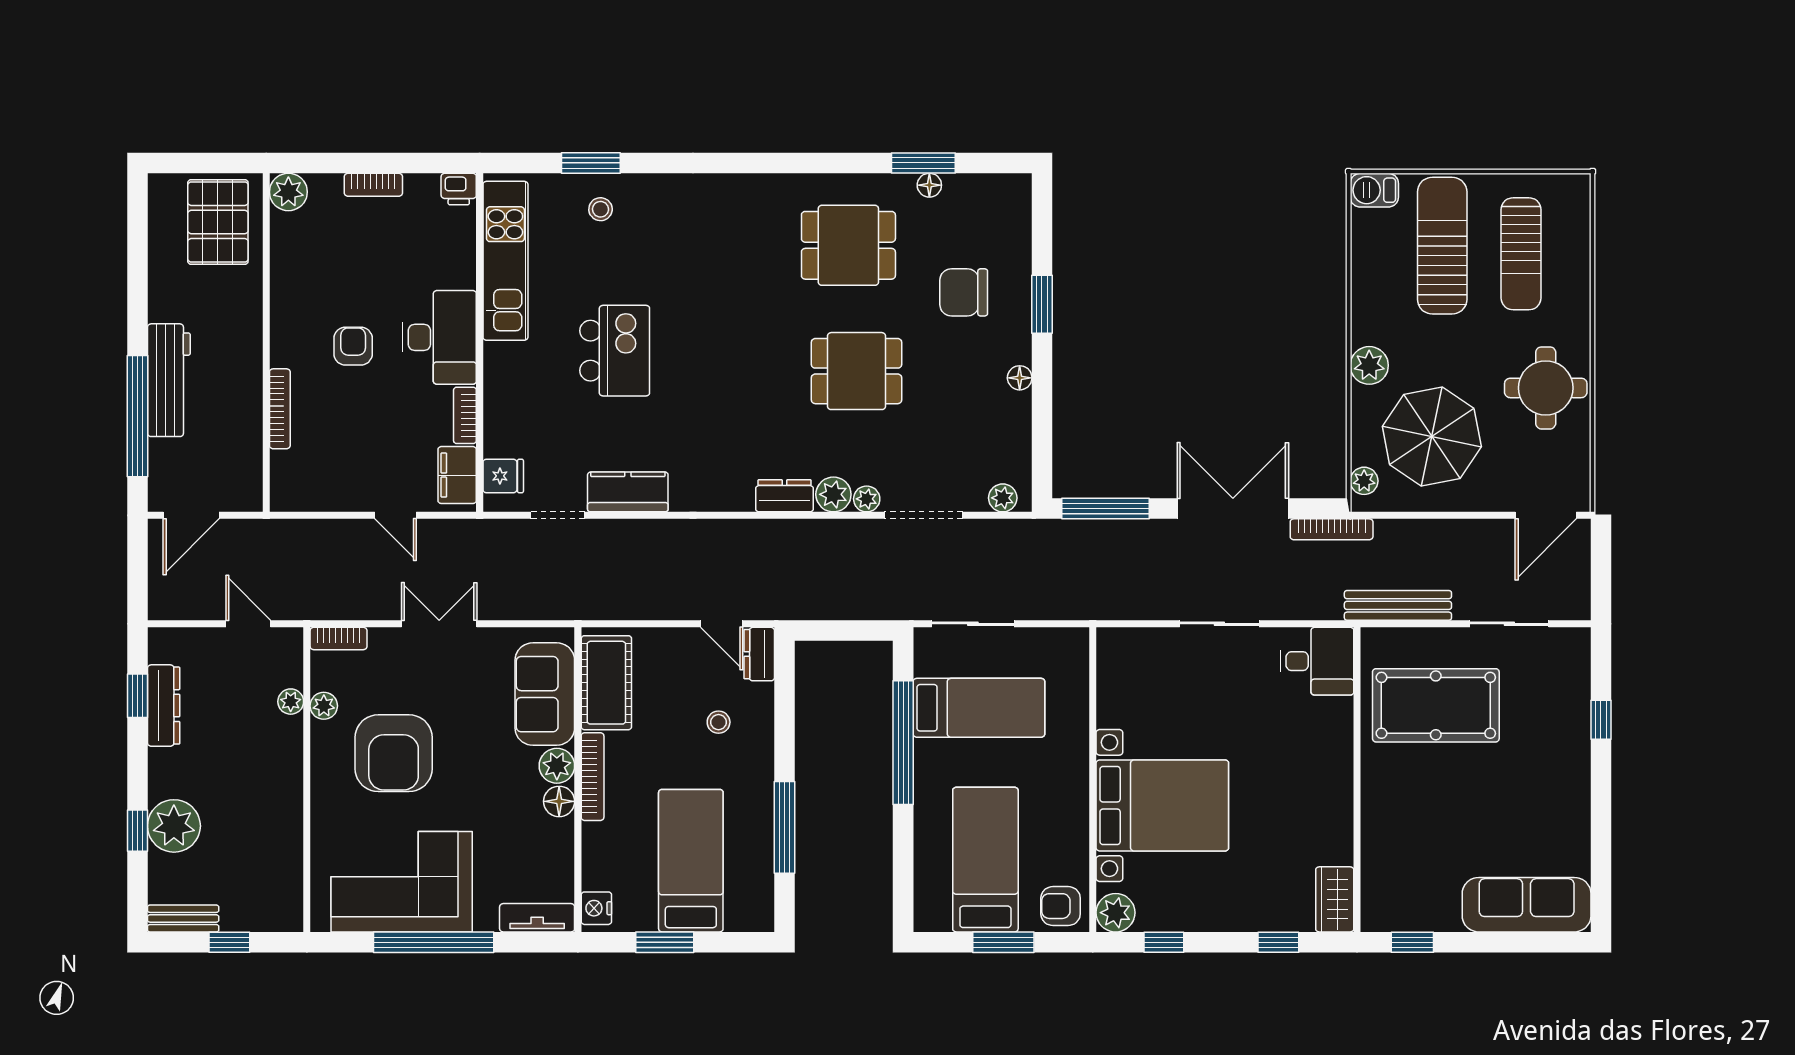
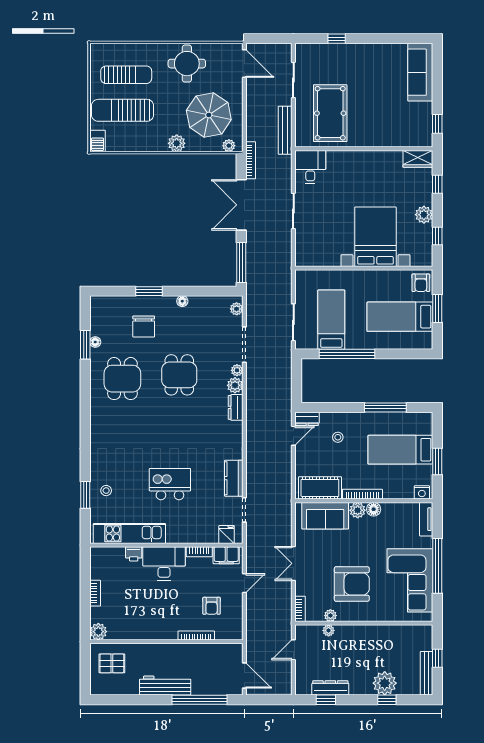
printer: (459, 189) -> (134, 554), moved, turned 90
pallet: (218, 222) -> (112, 663), width x0.67, depth x0.71
armchair: (353, 346) -> (212, 606), moved, turned -90
workbench: (169, 380) -> (165, 686), moved
plant: (1116, 913) -> (424, 215), moved
bench: (183, 918) -> (426, 673), width x1.36

